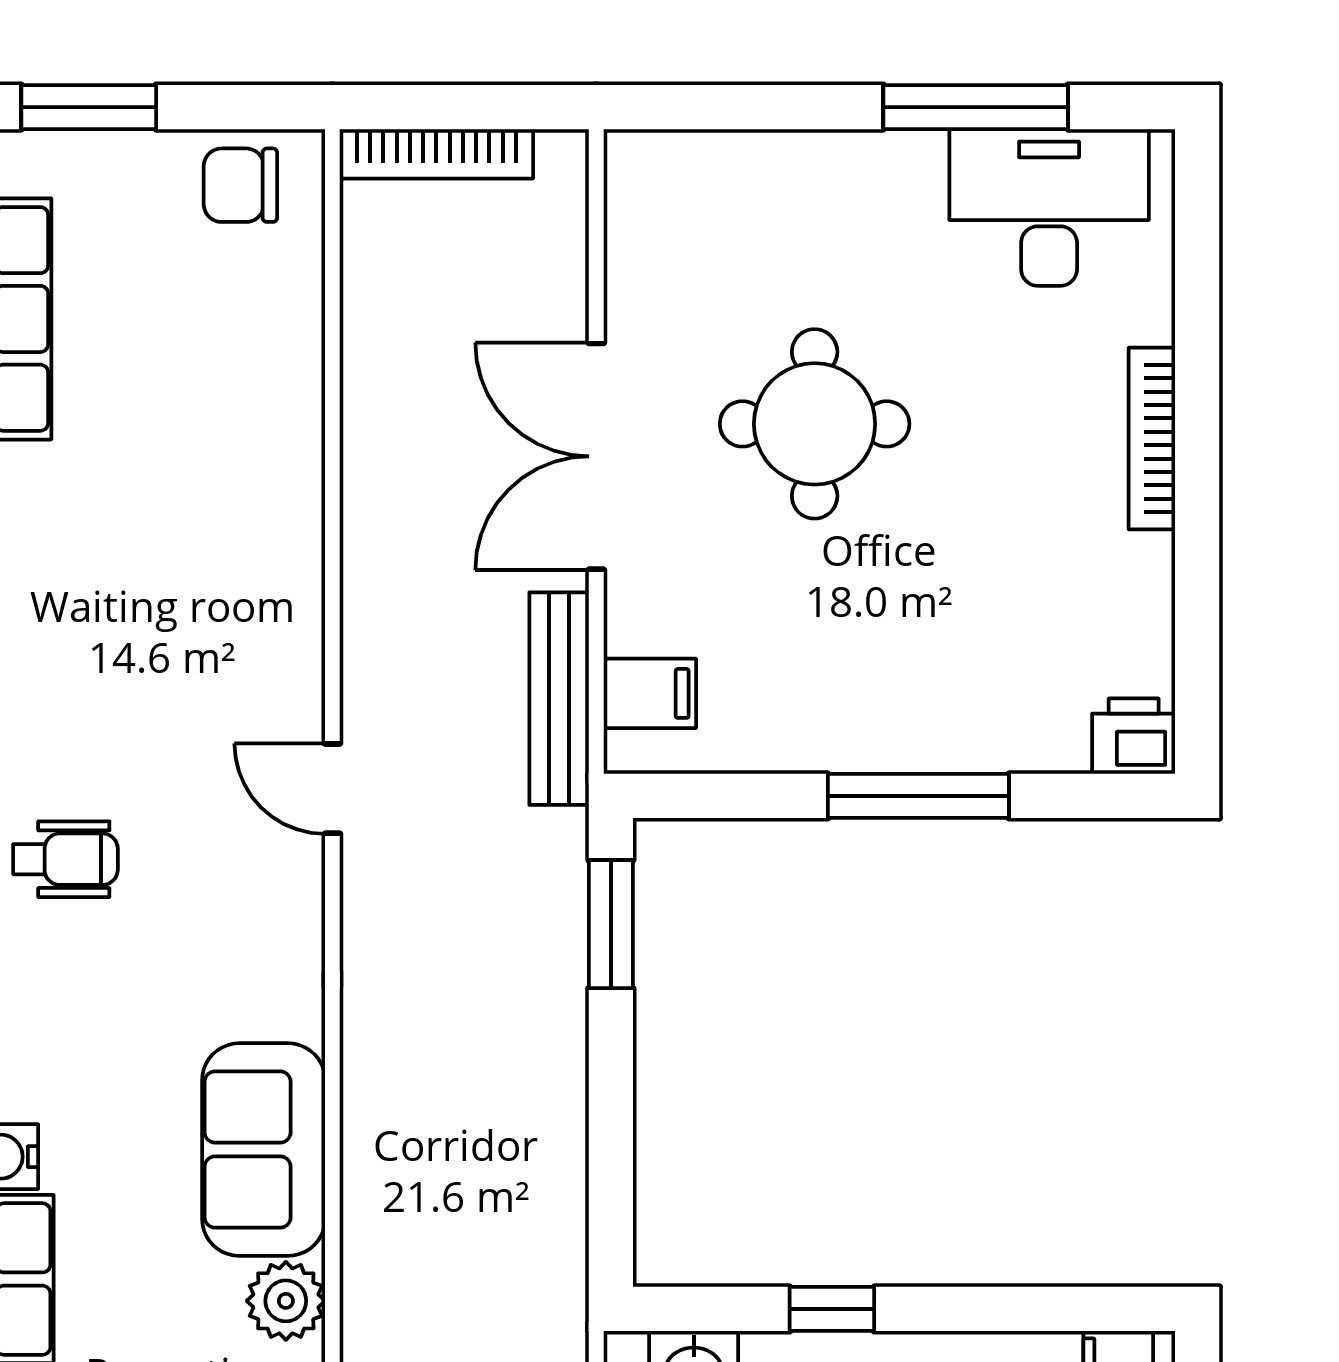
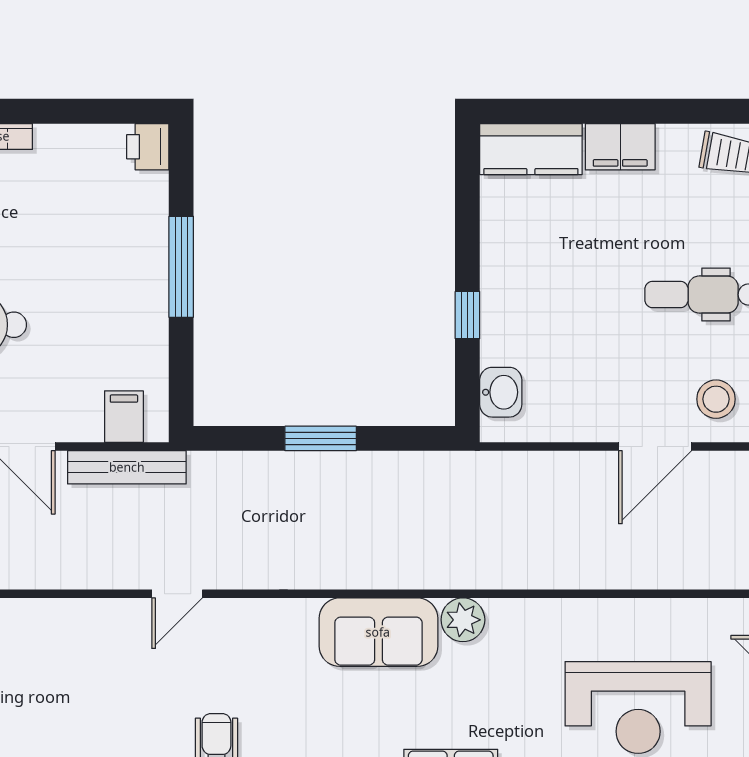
window: (611, 924) -> (321, 438), moved

